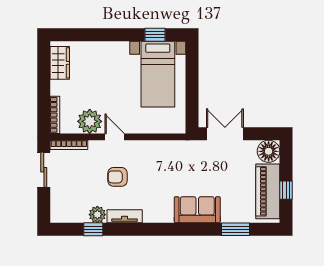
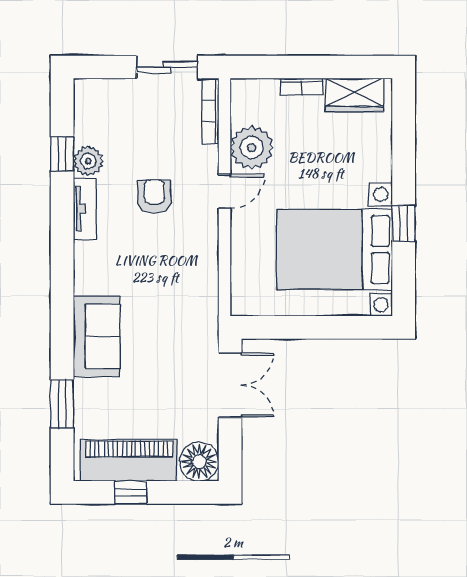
window: (155, 35) -> (404, 223), moved
bed with nightstands: (158, 74) -> (335, 250), width x1.36
bookcase: (55, 115) -> (302, 87), moved, width x0.64

